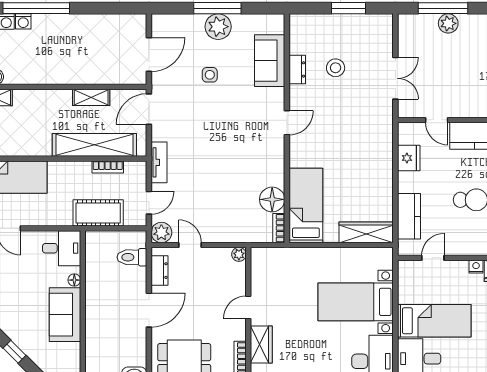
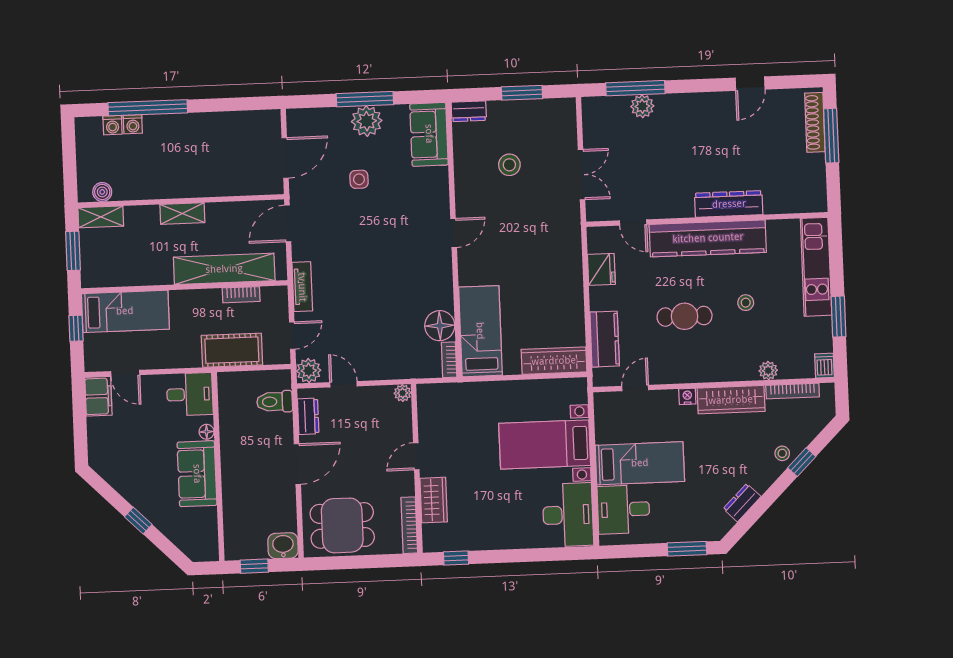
sofa: (270, 61) -> (429, 134), moved
dresser: (297, 69) -> (469, 111), moved, turned 90
shelving: (91, 97) -> (182, 213), moved

